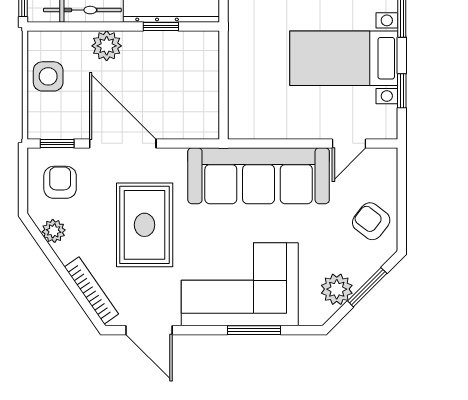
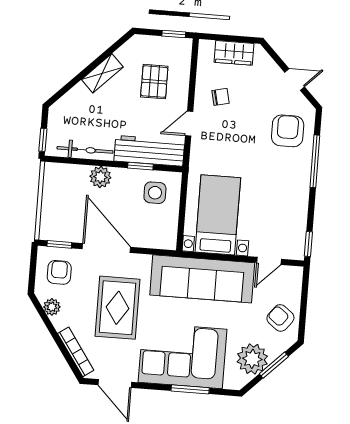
bed with nightstands: (344, 58) -> (218, 215), moved, turned 90
side table: (48, 76) -> (155, 193), moved
window: (402, 91) -> (308, 244), moved
plant: (337, 289) -> (252, 359), width x1.36, depth x1.36

